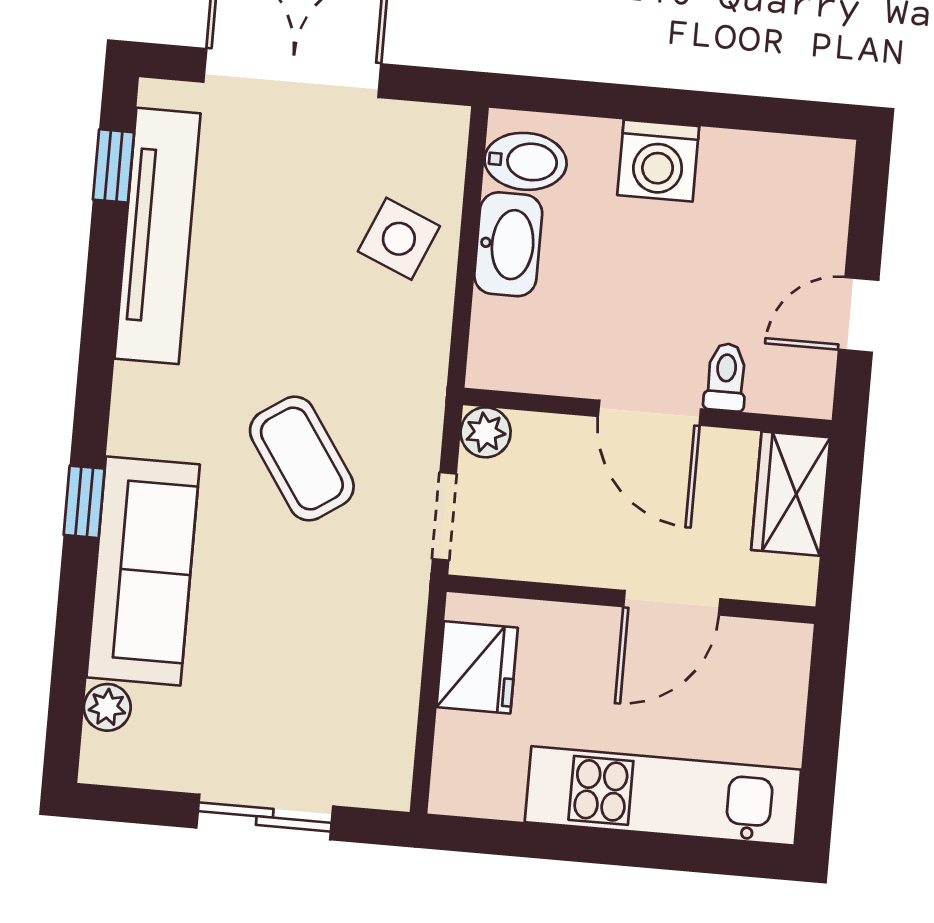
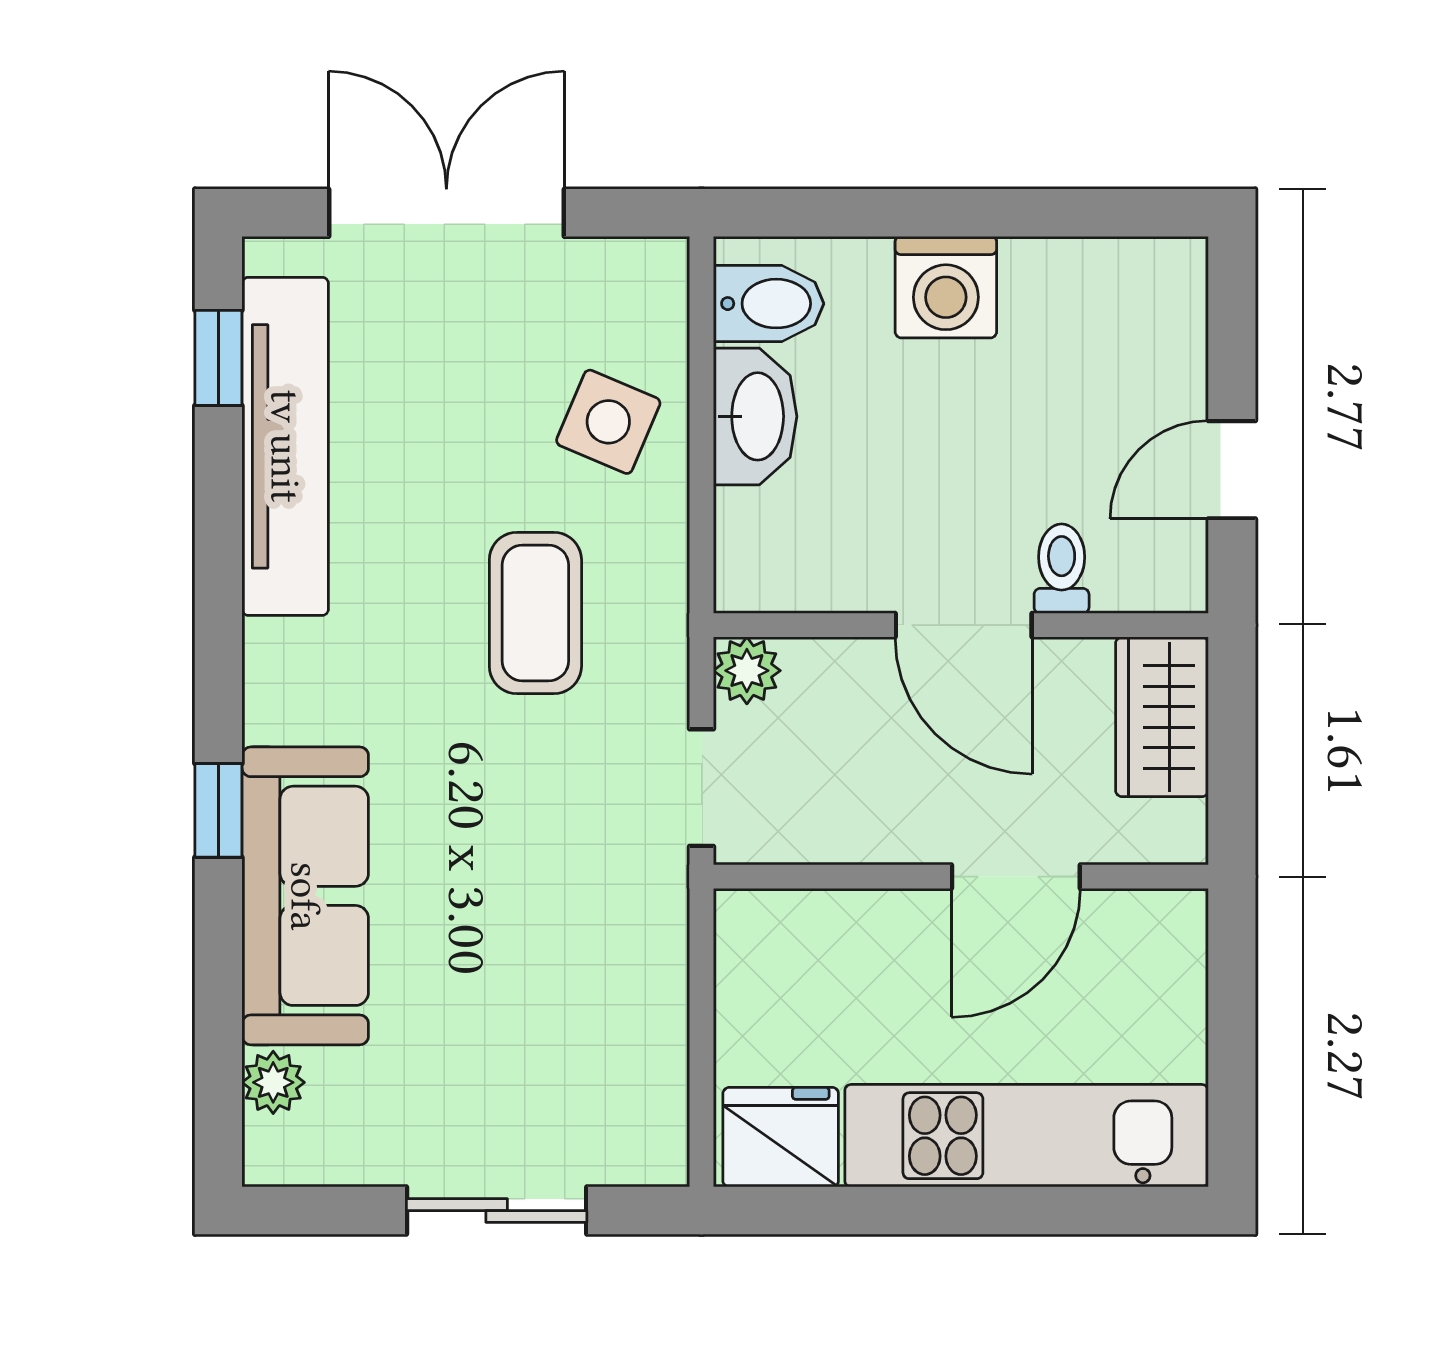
coffee table: (302, 459) -> (535, 613), moved, turned 34
fridge: (477, 667) -> (781, 1137), moved, turned -90

